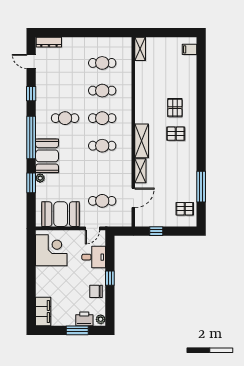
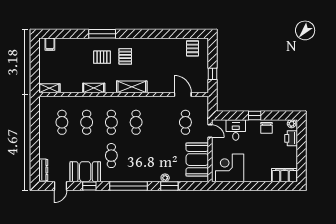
booth: (47, 156) -> (85, 172), moved
shelving: (140, 171) -> (94, 88), moved
window: (201, 187) -> (102, 34), moved
window: (77, 330) -> (301, 145), removed

